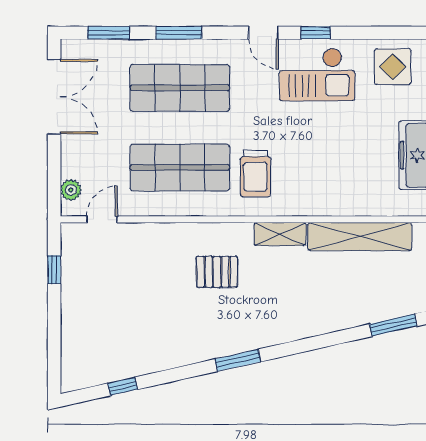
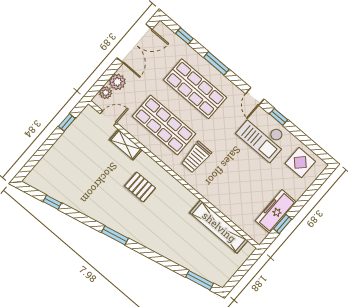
window: (109, 33) -> (184, 36), width x0.67
plant: (74, 164) -> (117, 82), added
shelving: (280, 234) -> (126, 145), moved

